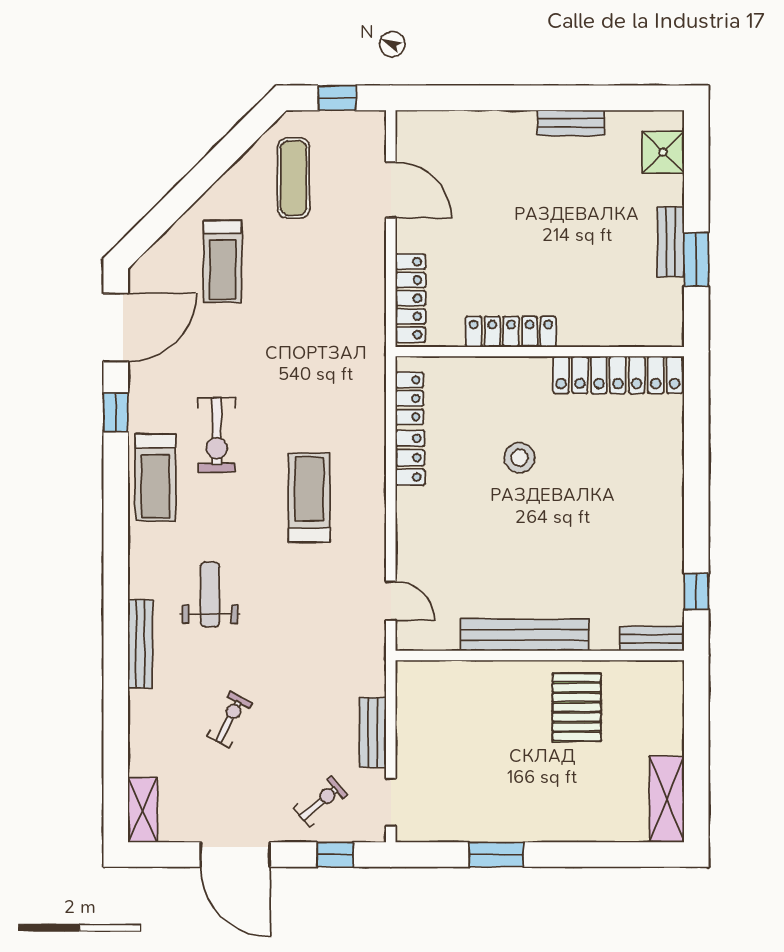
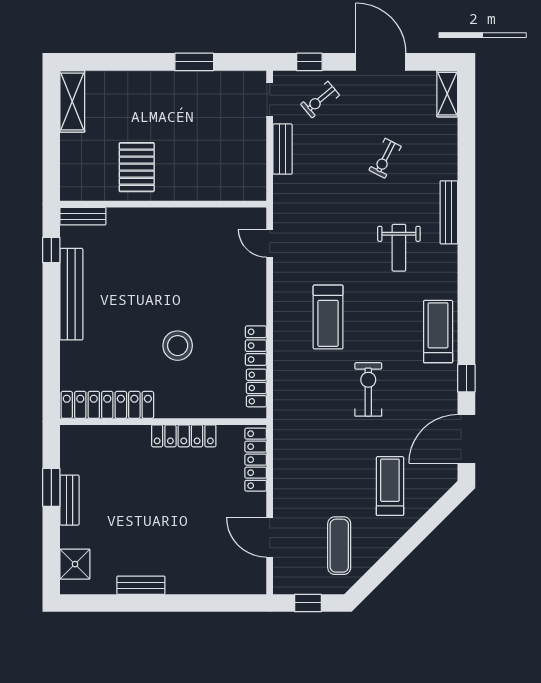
exercise bike: (217, 435) -> (368, 389), moved
stool: (520, 458) -> (178, 346), width x1.38, depth x1.38
bench: (525, 635) -> (71, 294), moved, turned 90

